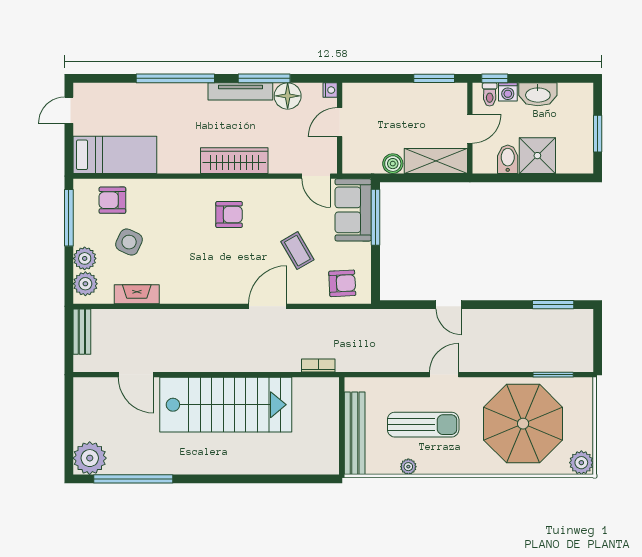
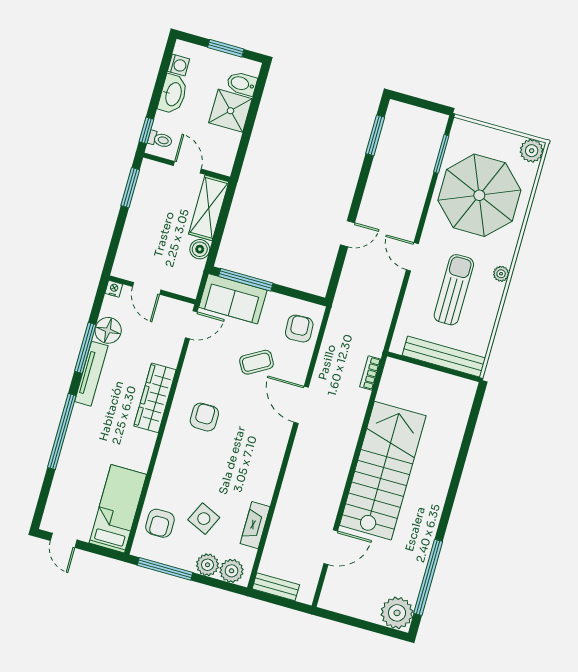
washing machine: (508, 92) -> (179, 65), moved
bidet: (508, 159) -> (242, 84), moved
plant: (408, 467) -> (501, 274), moved

